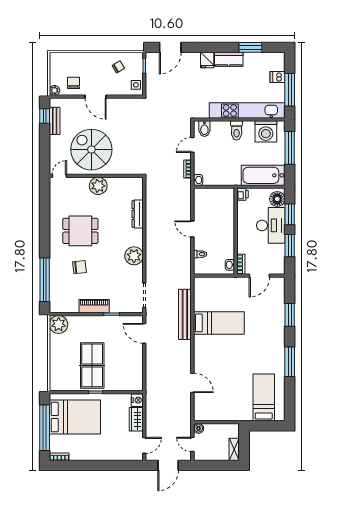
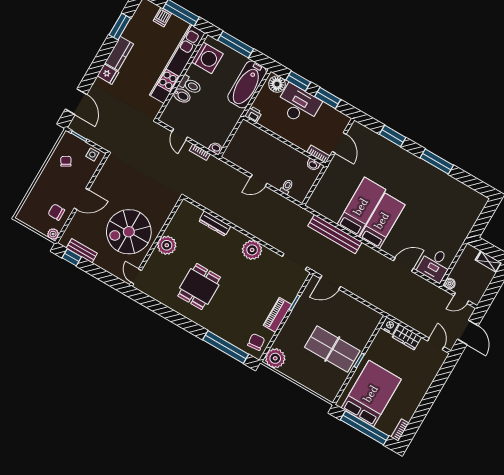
bidet: (204, 129) -> (182, 95), moved
chair: (80, 267) -> (256, 342), moved
bed: (264, 397) -> (382, 221), moved, turned 90
desk: (207, 408) -> (435, 265), added

